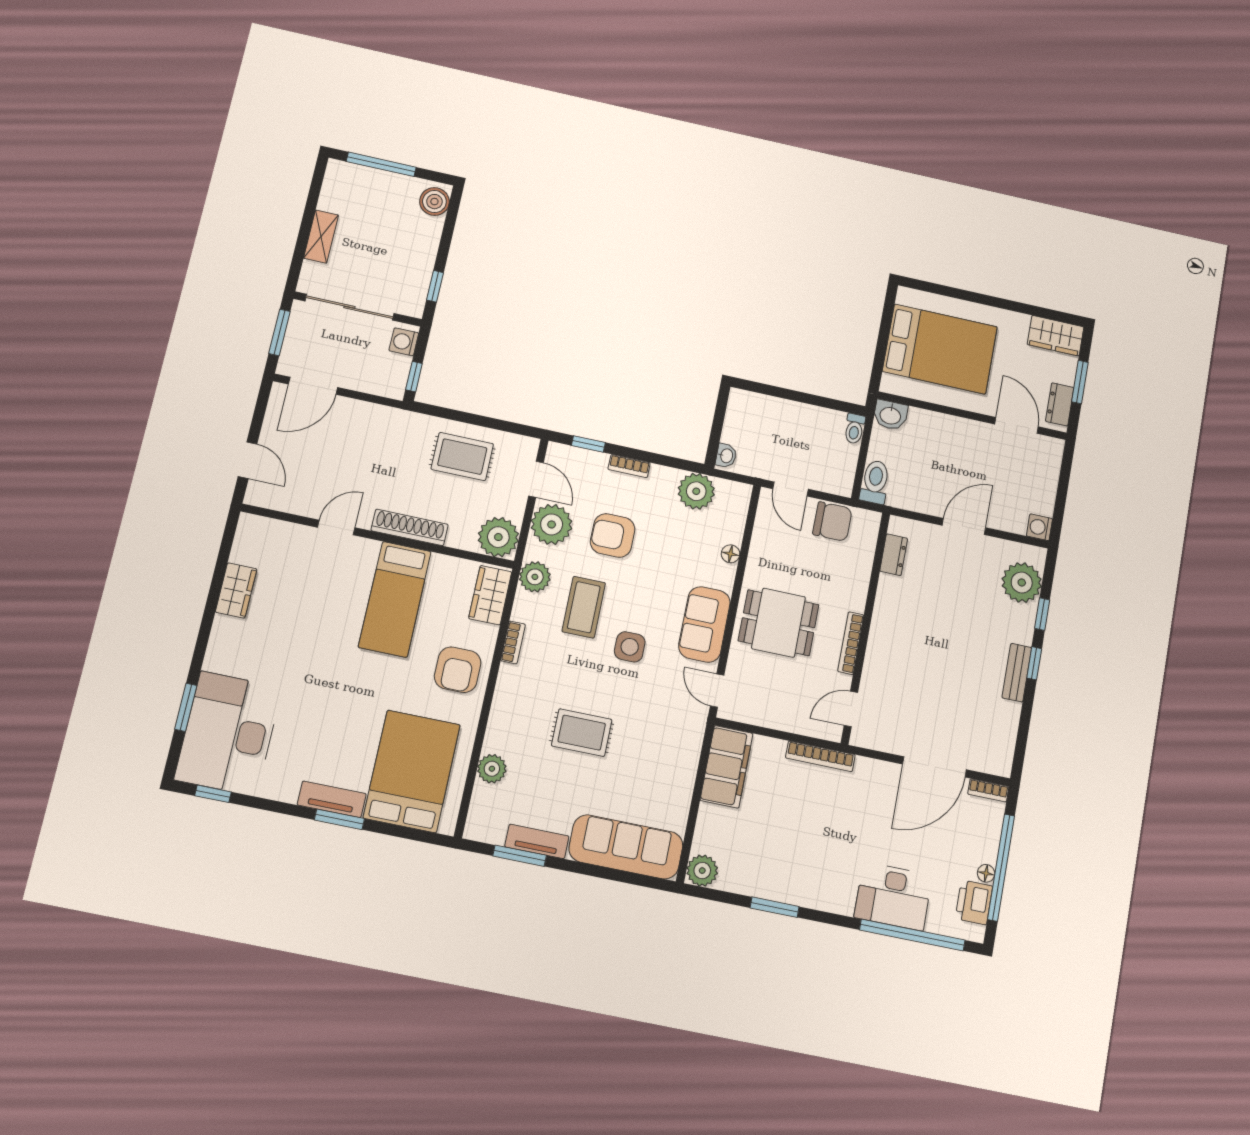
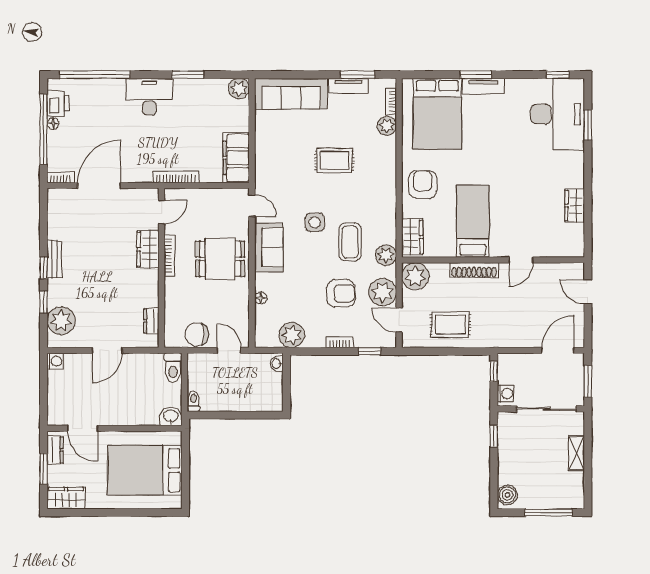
bookcase: (513, 642) -> (391, 101), moved
wardrobe: (880, 659) -> (148, 249), added
desk: (893, 896) -> (149, 97), moved

